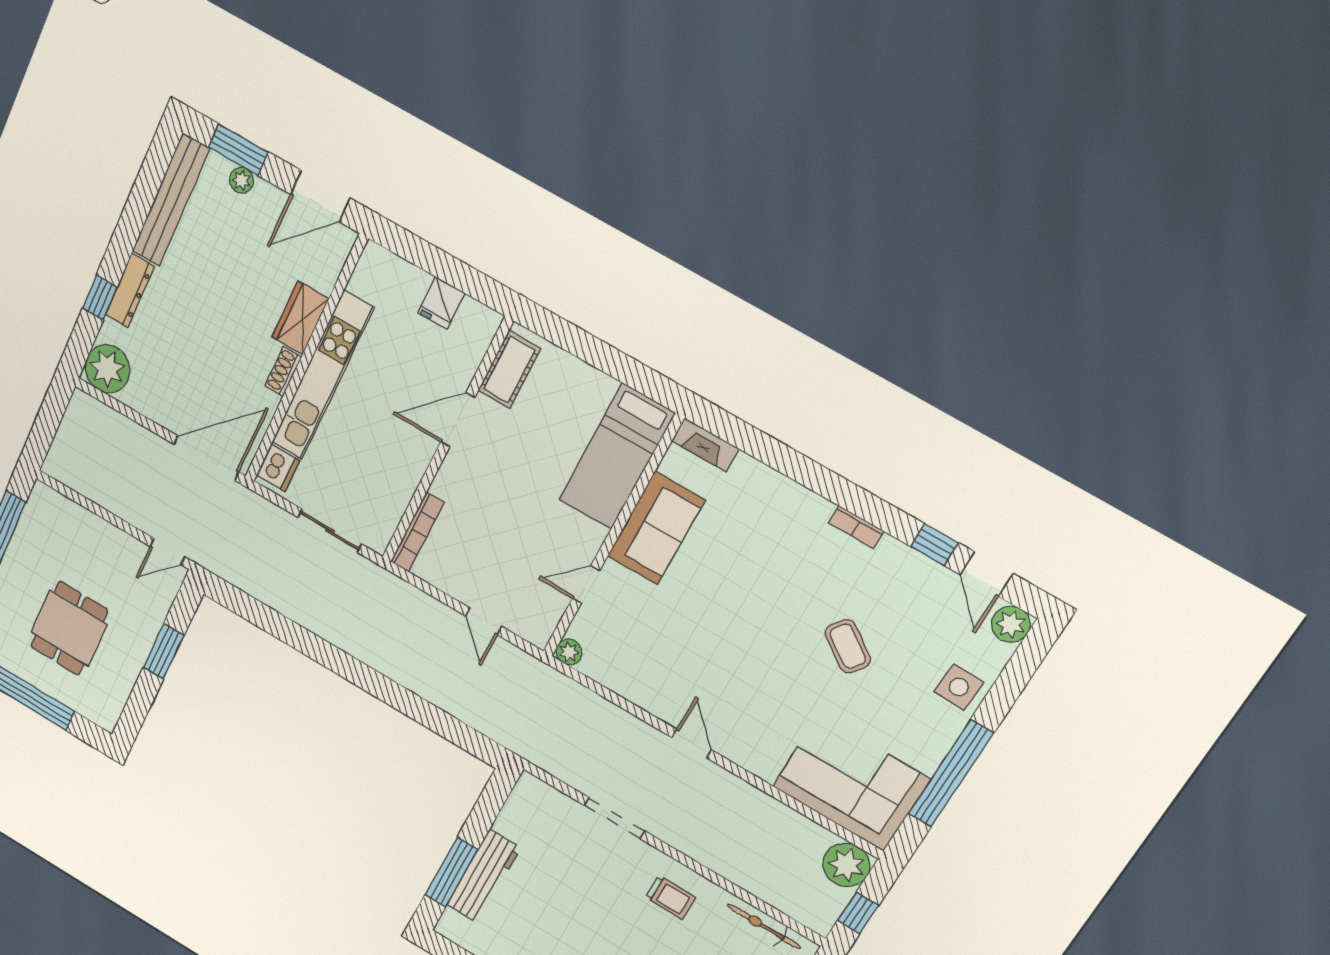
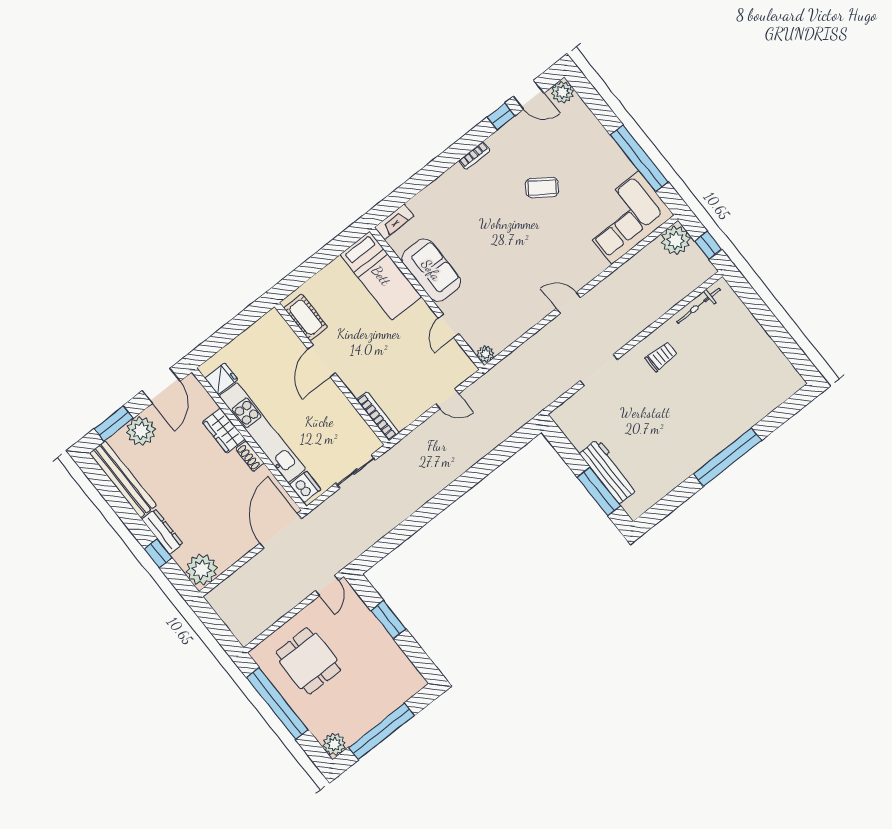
plant: (241, 180) -> (141, 431), width x1.88, depth x1.88
fridge: (441, 303) -> (221, 379), moved, turned -90
dining table: (69, 628) -> (308, 661), moved
side table: (959, 687) -> (589, 134), removed

